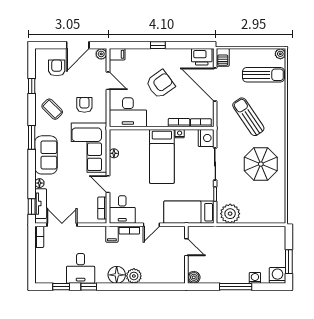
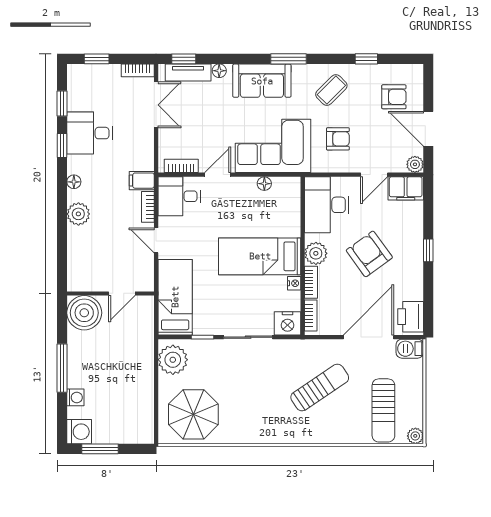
filing cabinet: (117, 54) -> (406, 188), width x2.00
armchair: (160, 84) -> (369, 254), turned 180
plant: (160, 119) -> (316, 253), added
parasol: (261, 164) -> (193, 414), moved
window: (32, 264) -> (97, 59), added
floor lamp: (117, 275) -> (74, 182), width x0.53, depth x0.53
boiler: (194, 277) -> (84, 313), width x1.86, depth x1.86

